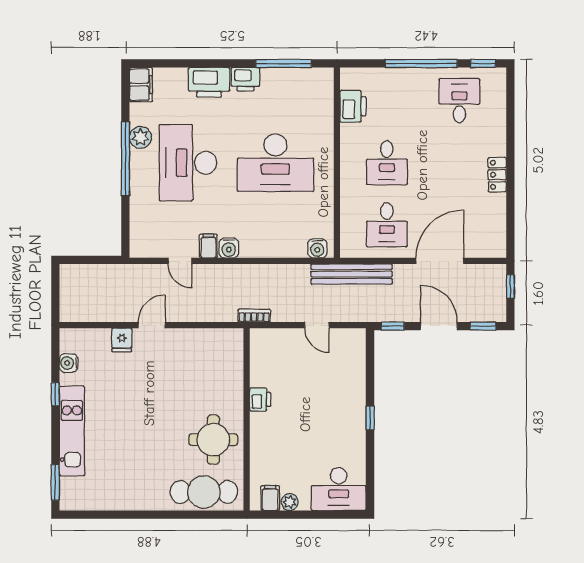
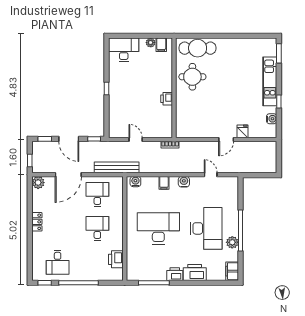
filing cabinet: (208, 246) -> (164, 183), moved
plant: (495, 247) -> (38, 183), added

